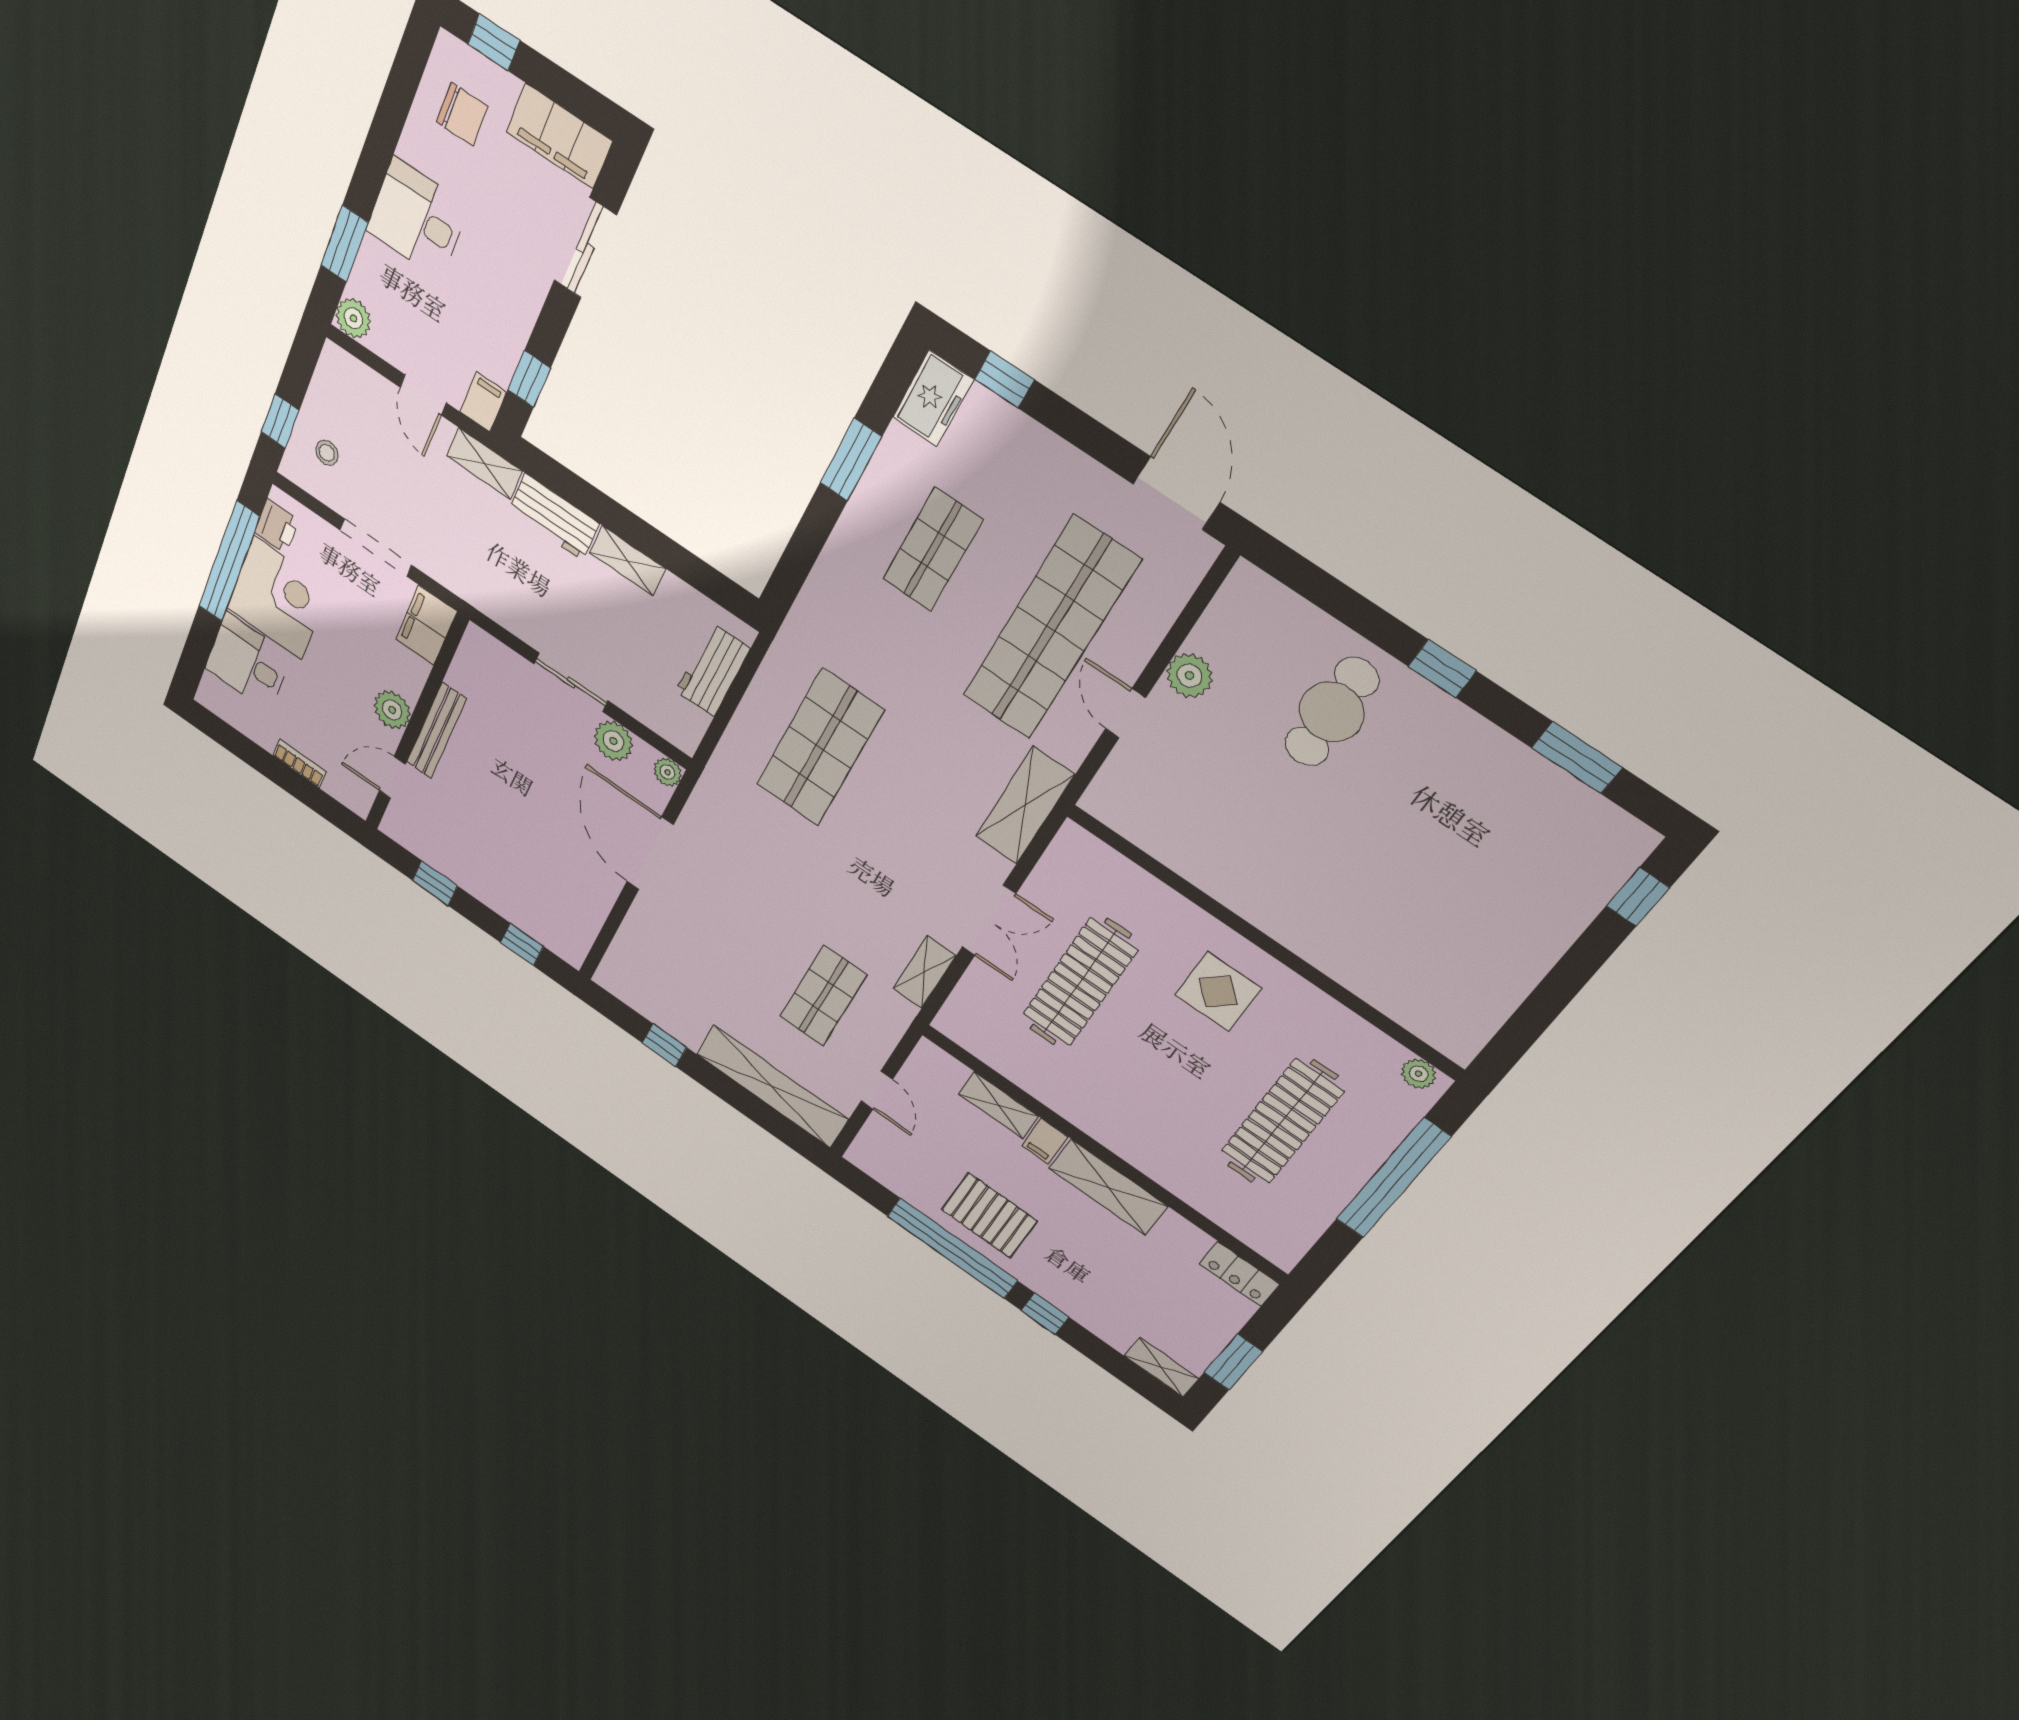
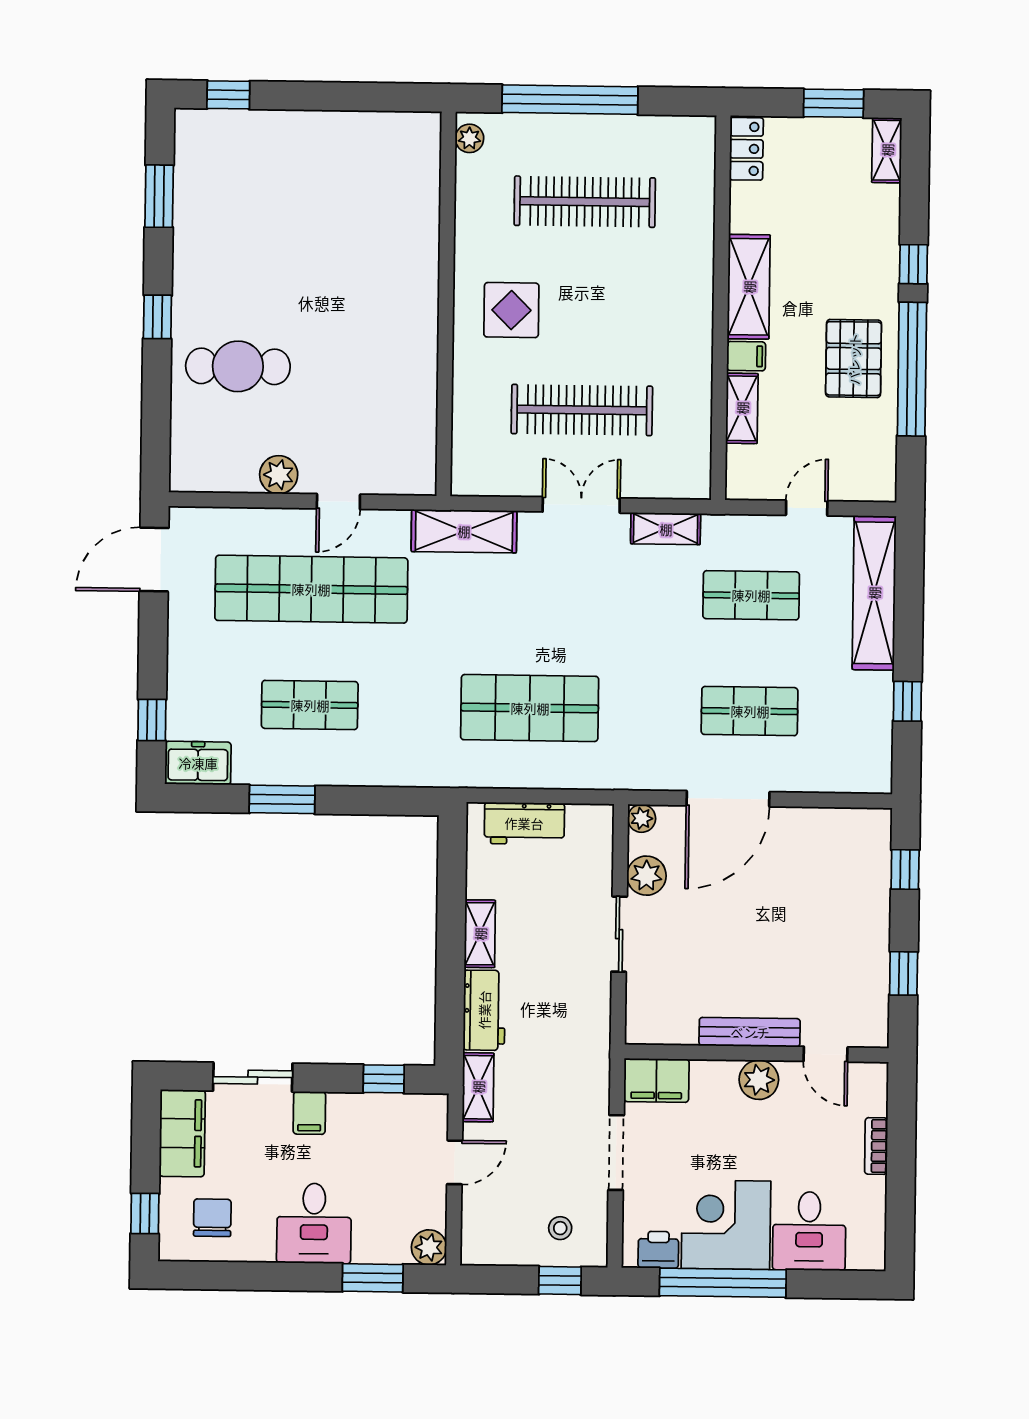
filing cabinet: (483, 402) -> (309, 1113), moved, turned -90
shop shelf: (720, 923) -> (750, 711), added

